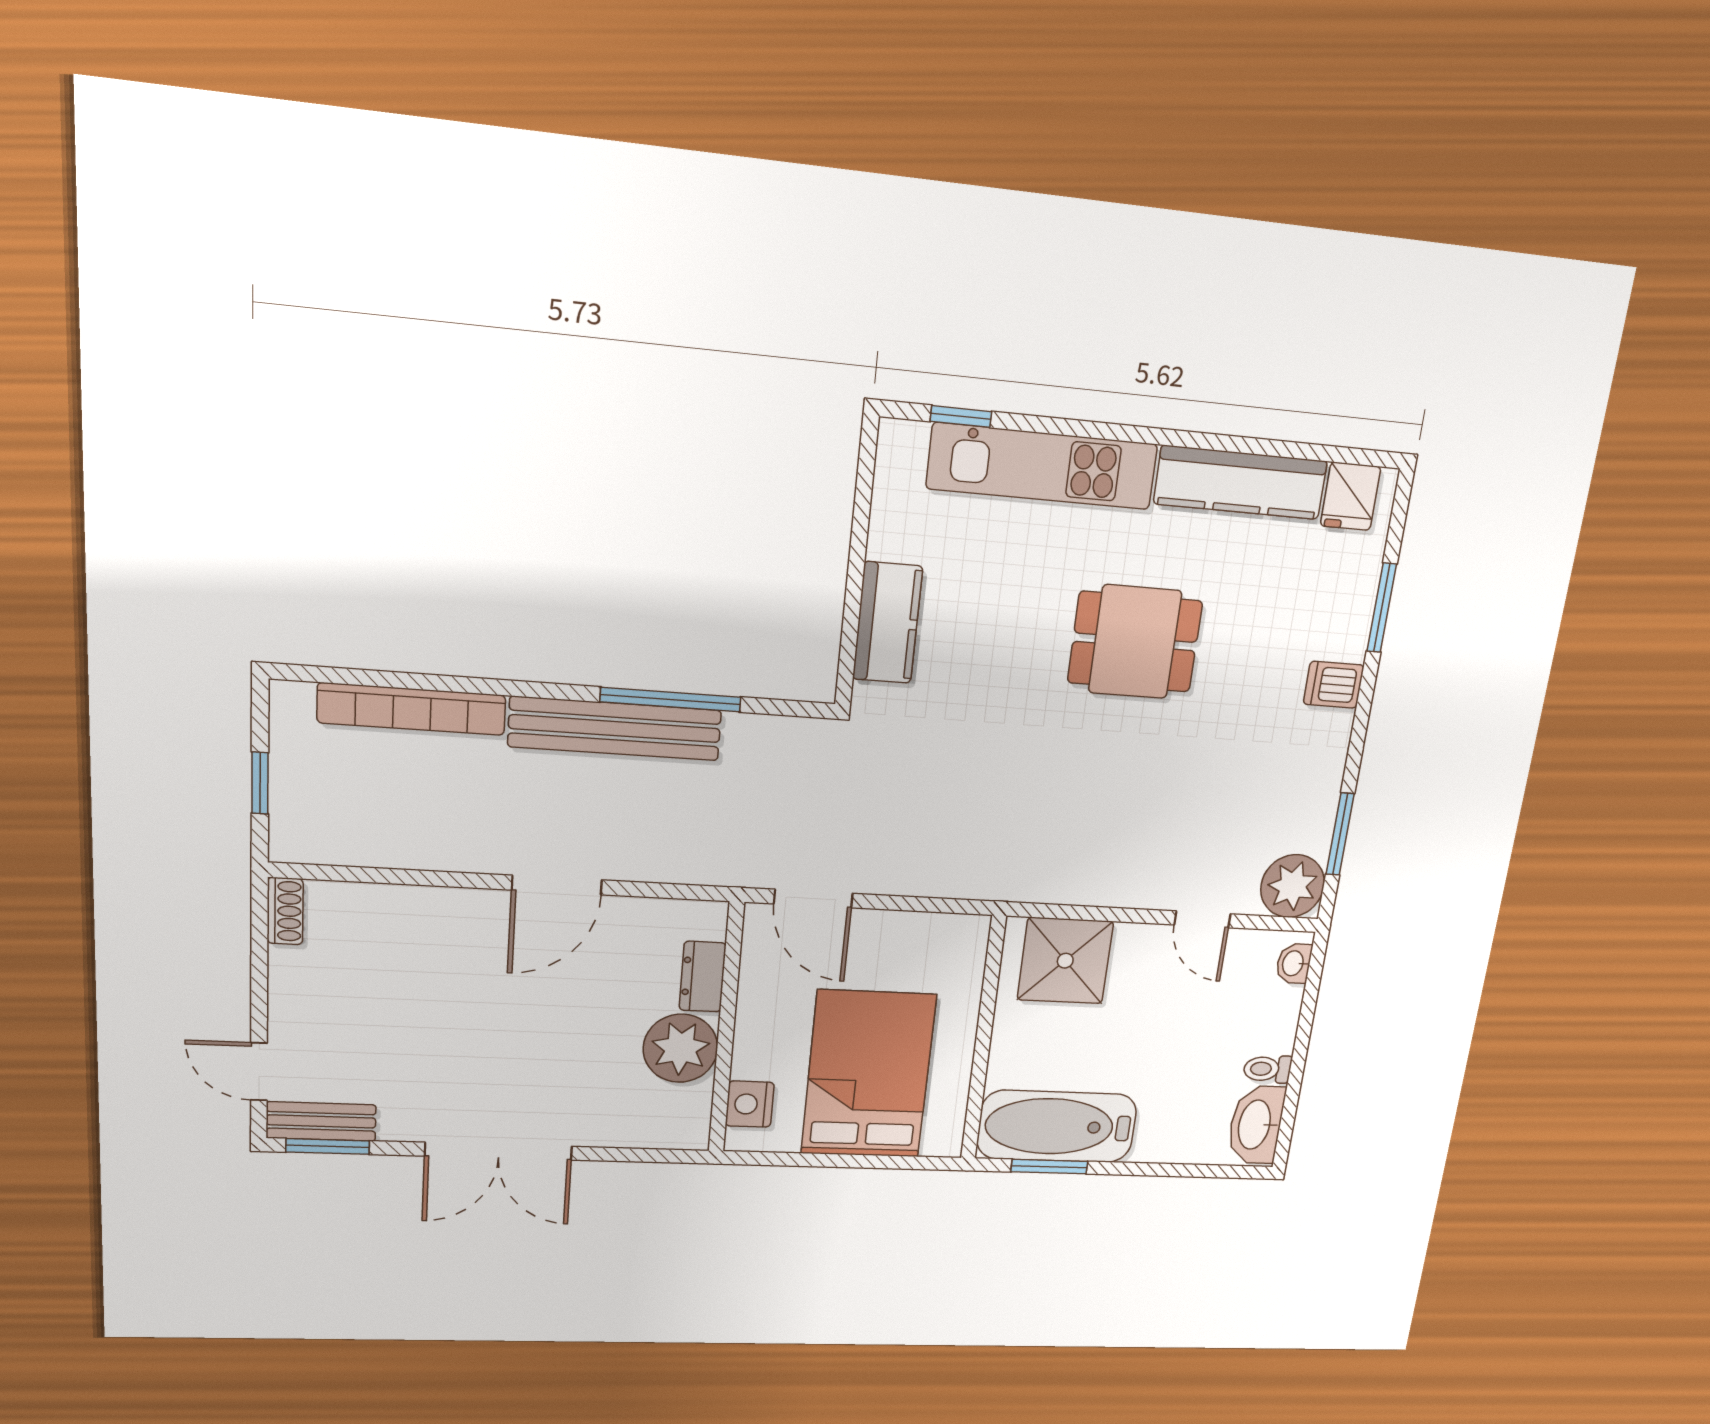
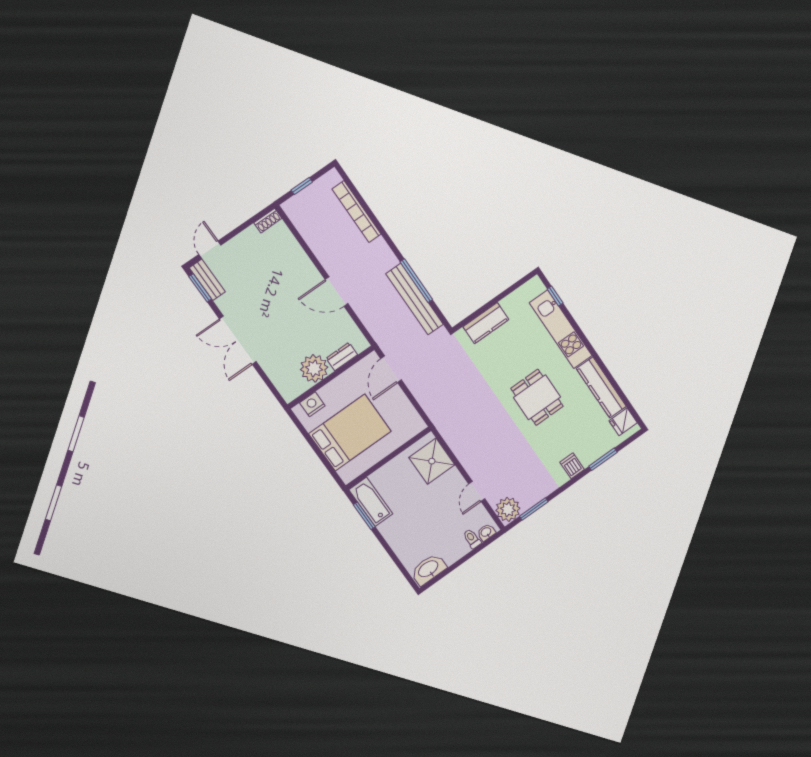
bench: (615, 729) -> (415, 299), moved
toilet: (1267, 1069) -> (472, 539), moved
bathtub: (1057, 1126) -> (371, 502), width x0.73, depth x0.73

